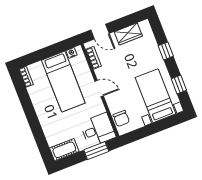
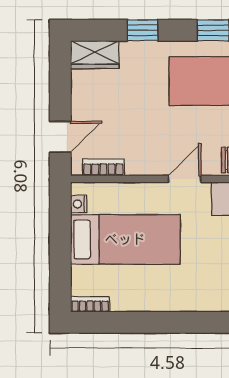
wardrobe: (128, 34) -> (95, 55), moved, turned 90
door: (99, 88) -> (185, 179), moved

